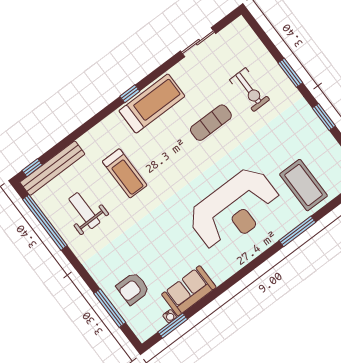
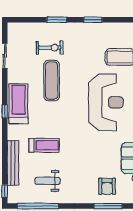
exercise mat: (211, 123) -> (52, 81), width x1.36, depth x1.45
bench: (52, 168) -> (13, 163), moved

